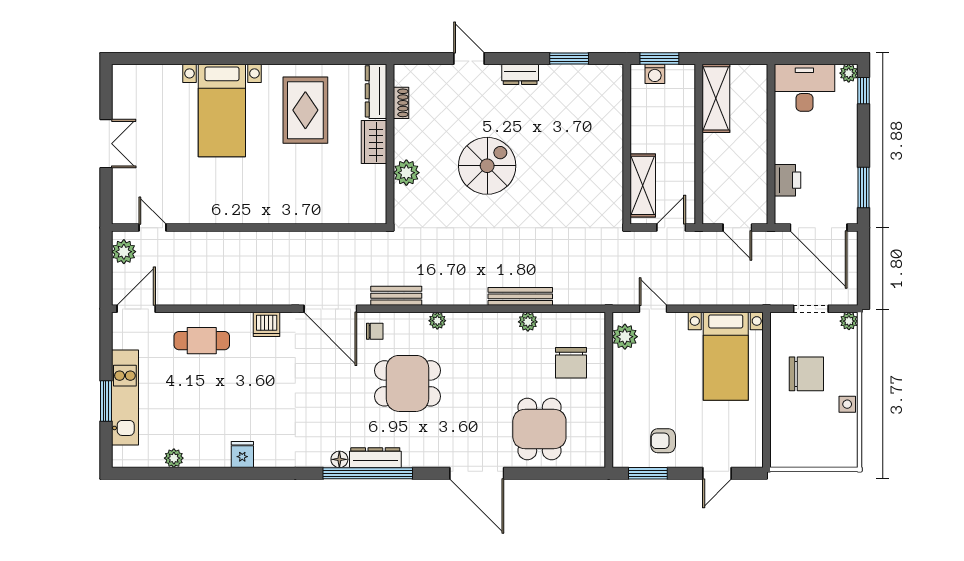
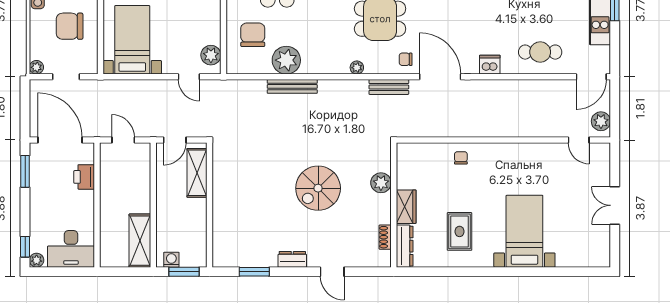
washing machine: (655, 74) -> (171, 260), moved
rug: (305, 110) -> (460, 231), width x0.73, depth x0.70
chair: (304, 205) -> (461, 158), added
plant: (528, 322) -> (286, 60), width x1.87, depth x1.87

